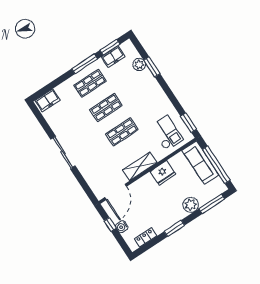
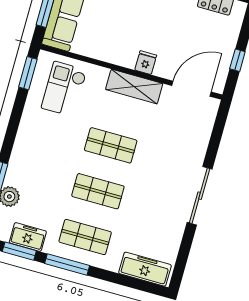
freezer: (48, 100) -> (145, 269), width x1.40
fridge: (163, 173) -> (146, 63), moved, width x0.53, depth x0.75
water cooler: (122, 227) -> (228, 44), removed

